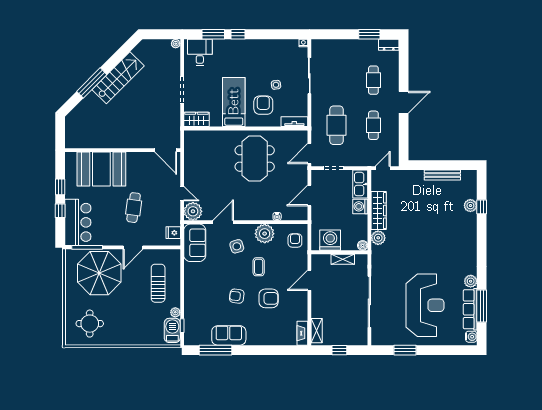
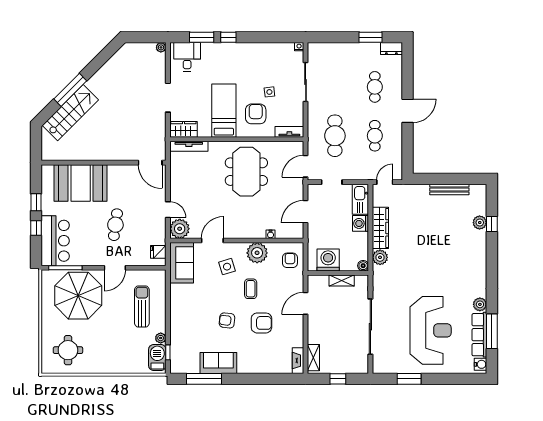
stairs: (118, 78) -> (70, 113), moved
tv unit: (201, 135) -> (189, 146), added

